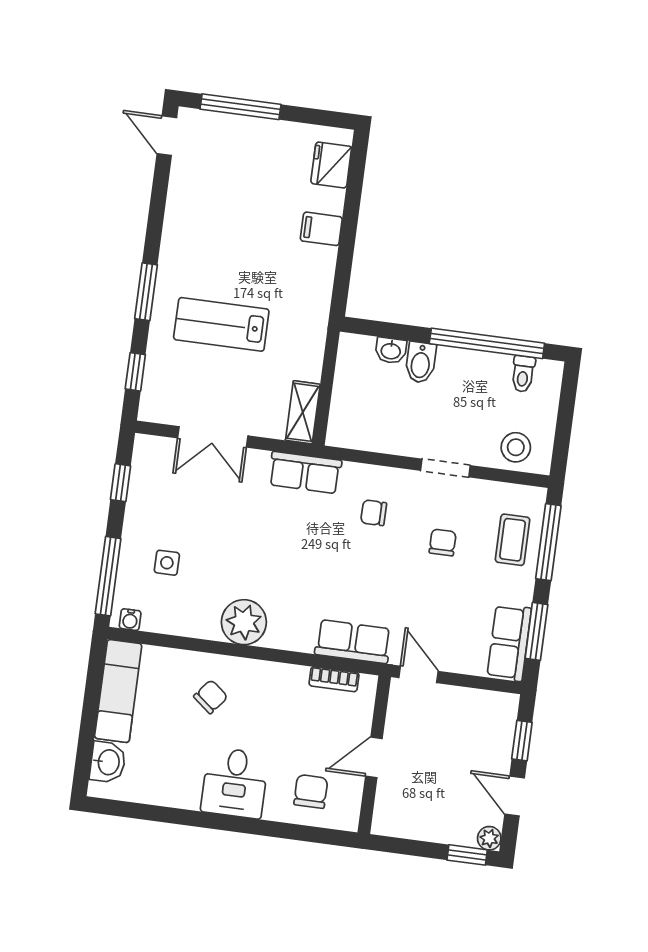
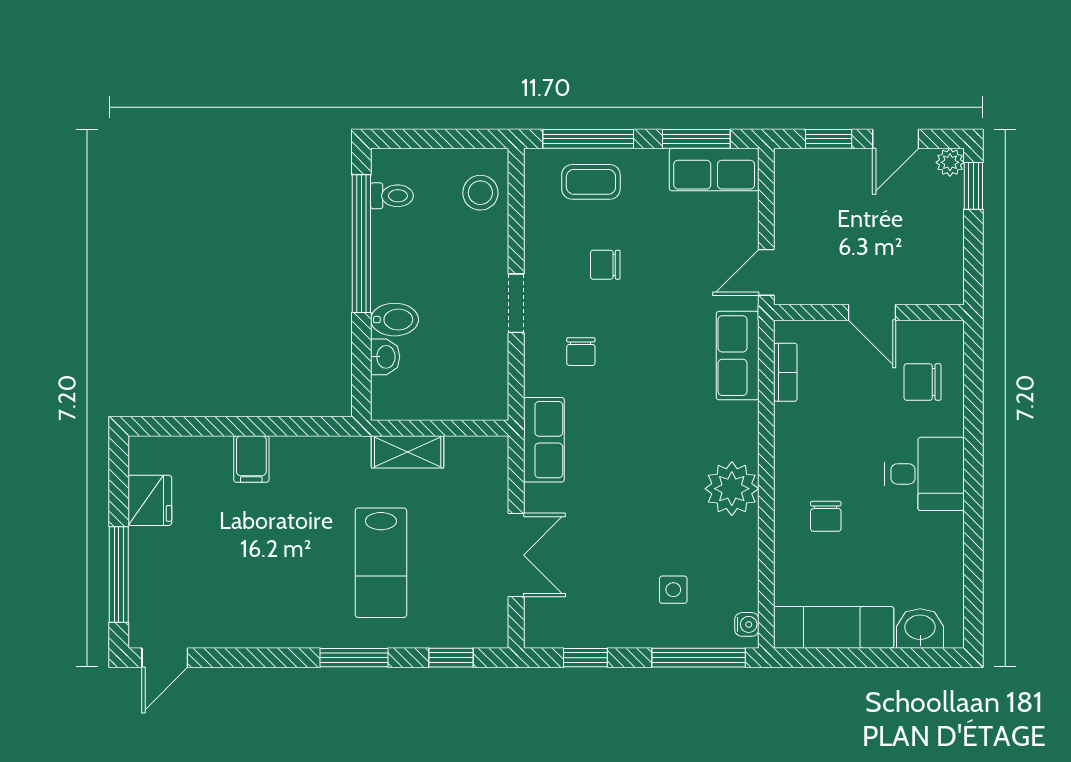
fridge: (331, 165) -> (150, 500), moved, turned -90
shelving: (303, 412) -> (408, 452), moved
doorway: (445, 468) -> (516, 303), moved
chair: (211, 697) -> (826, 516), turned -129

